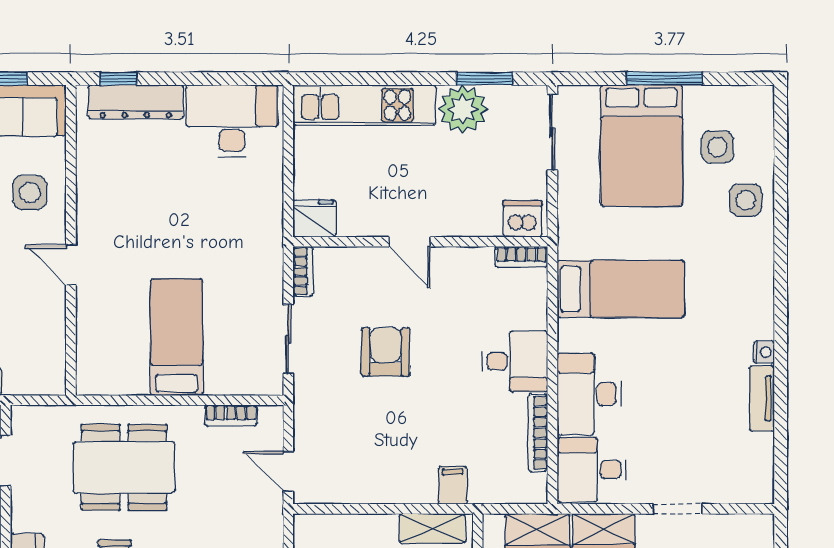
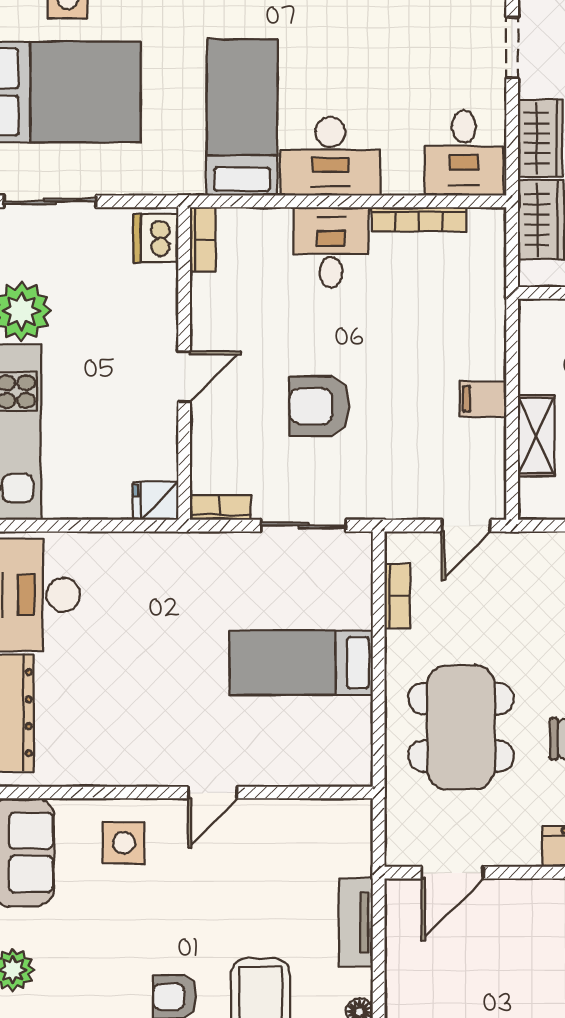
fridge: (315, 218) -> (156, 501), width x0.72
desk: (589, 394) -> (330, 156), moved
filing cabinet: (453, 485) -> (483, 399), moved
shelving: (432, 528) -> (536, 436), moved

